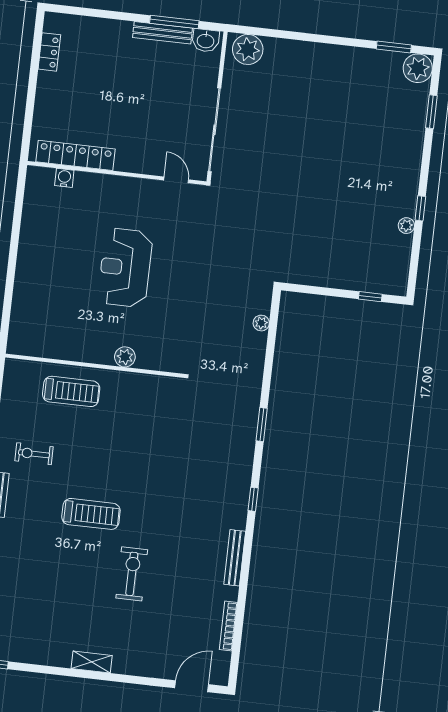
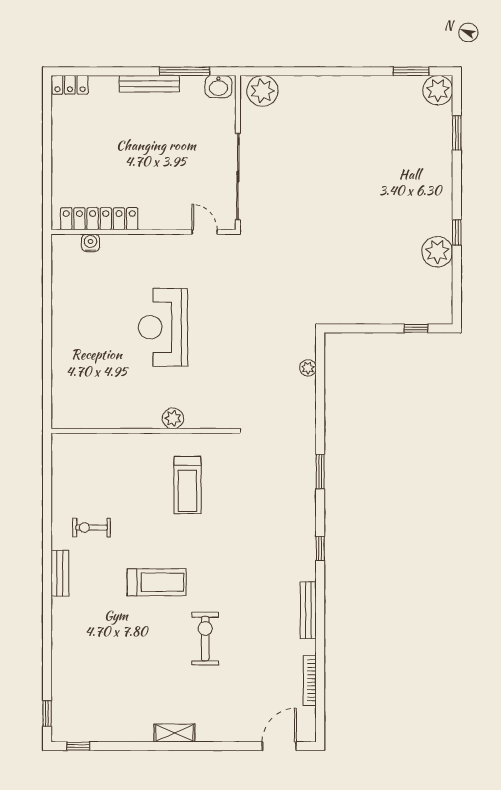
bench: (162, 33) -> (149, 84), moved
locker: (49, 52) -> (70, 85), moved, turned 90
plant: (406, 226) -> (437, 252), width x1.87, depth x1.87
treadmill: (71, 391) -> (187, 485), moved, turned 90

